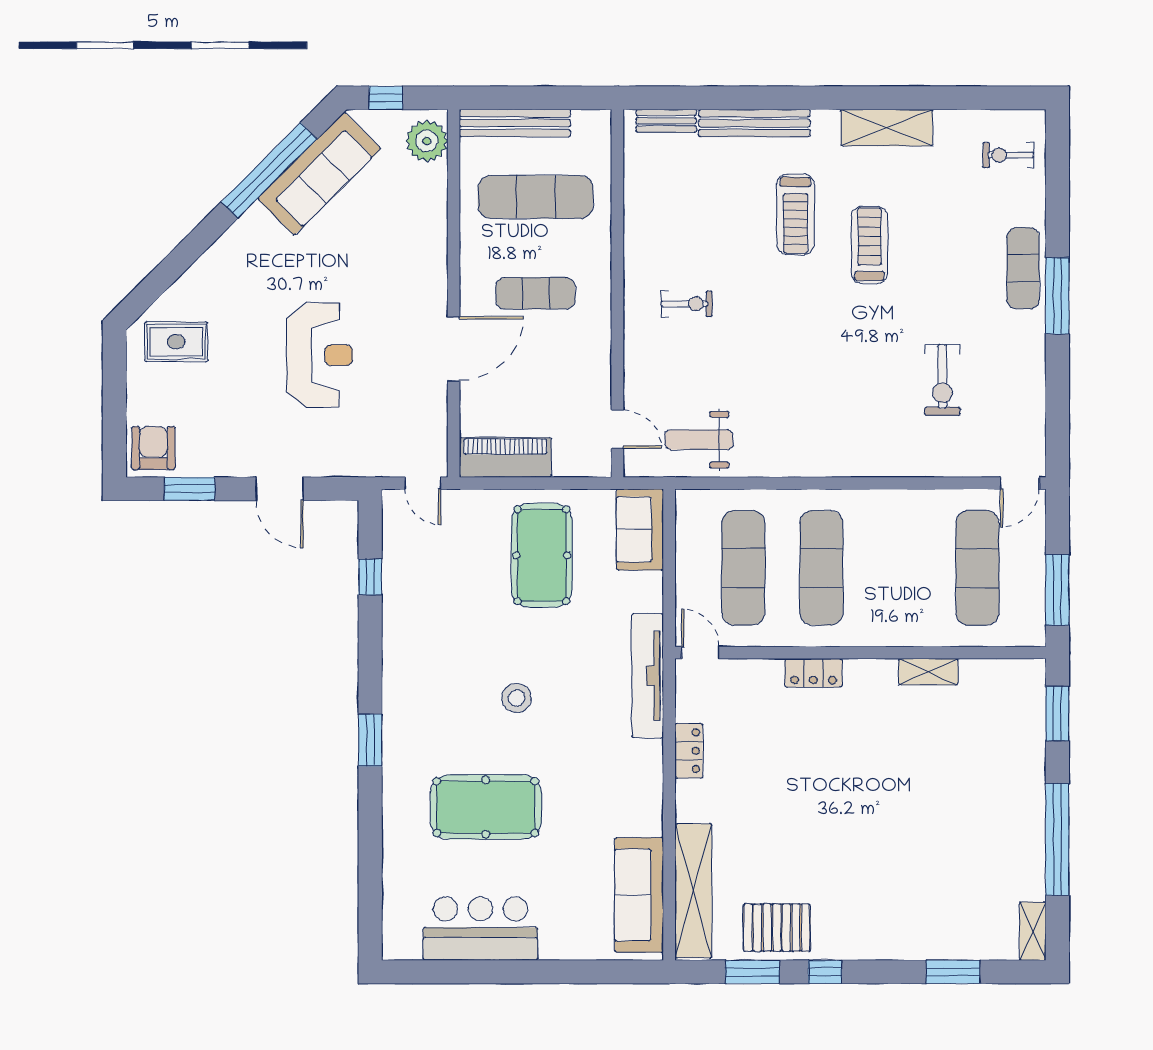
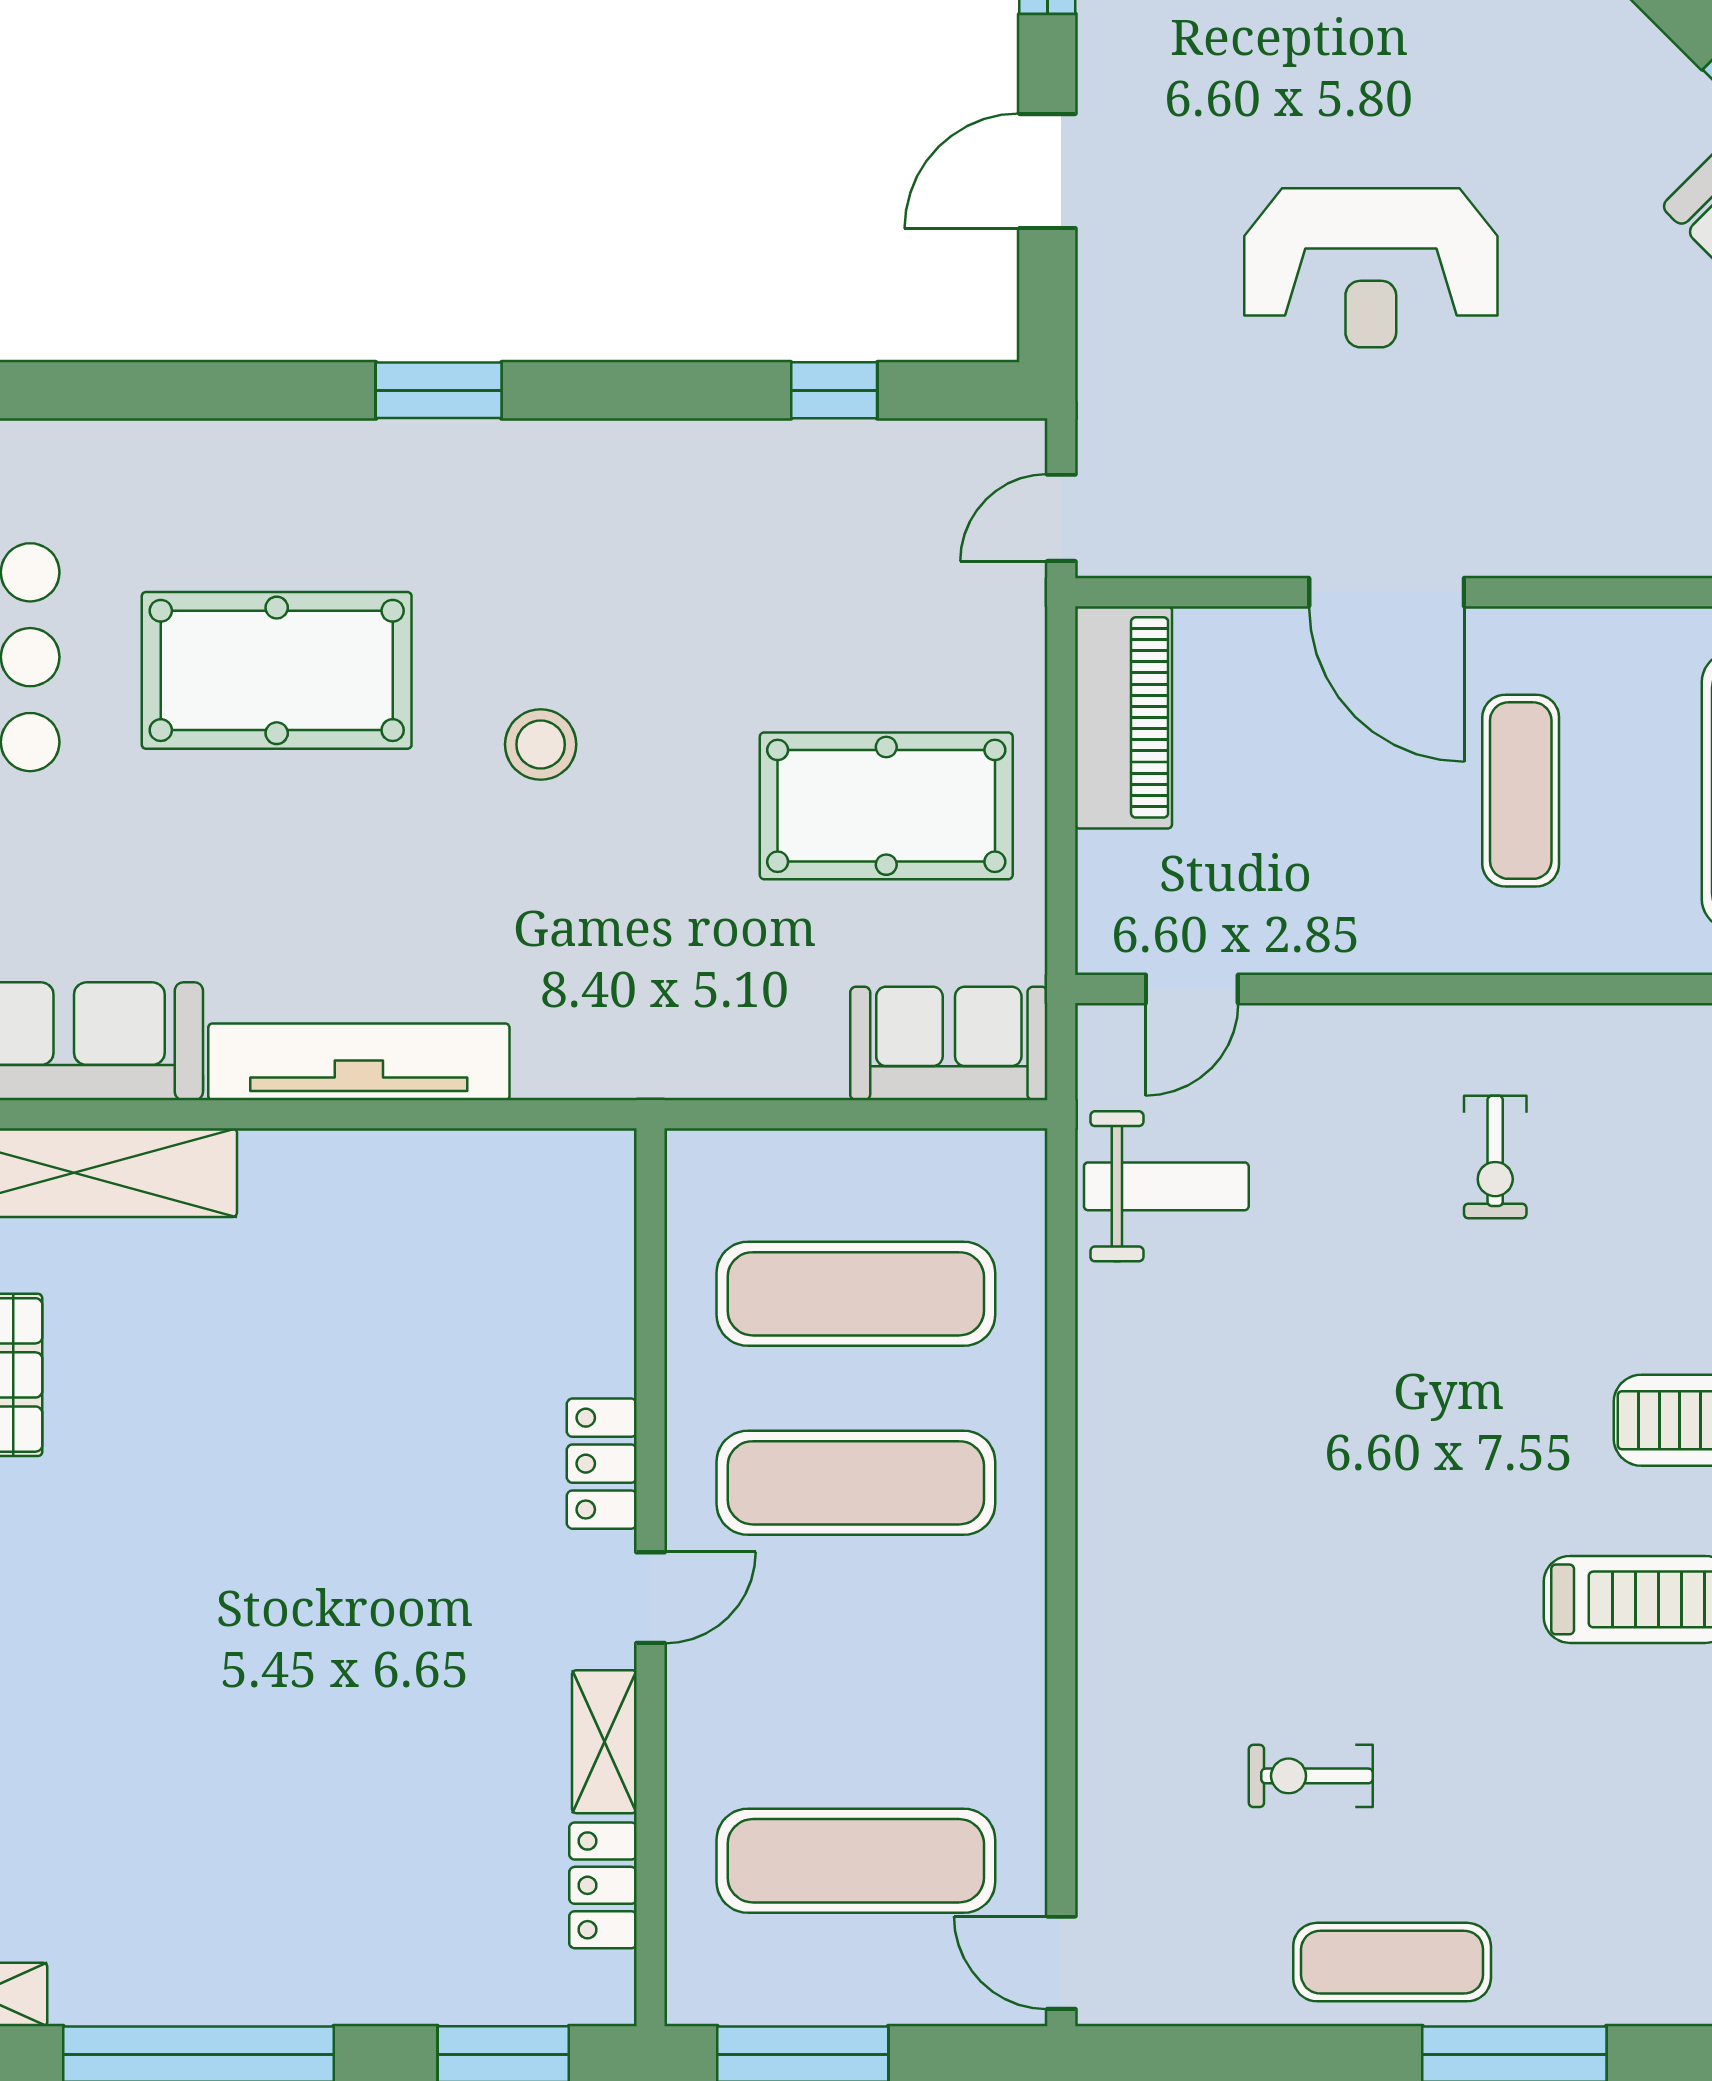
exercise mat: (1023, 268) -> (1392, 1962), moved
exercise bike: (942, 380) -> (1311, 1776), width x0.73, depth x0.72
weight bench: (699, 440) -> (1166, 1186), turned 90
door: (700, 653) -> (650, 1598), moved
tv unit: (648, 676) -> (359, 1062), moved
locker: (689, 751) -> (603, 1885), moved, turned 90
pool table: (486, 807) -> (277, 670), turned 90

